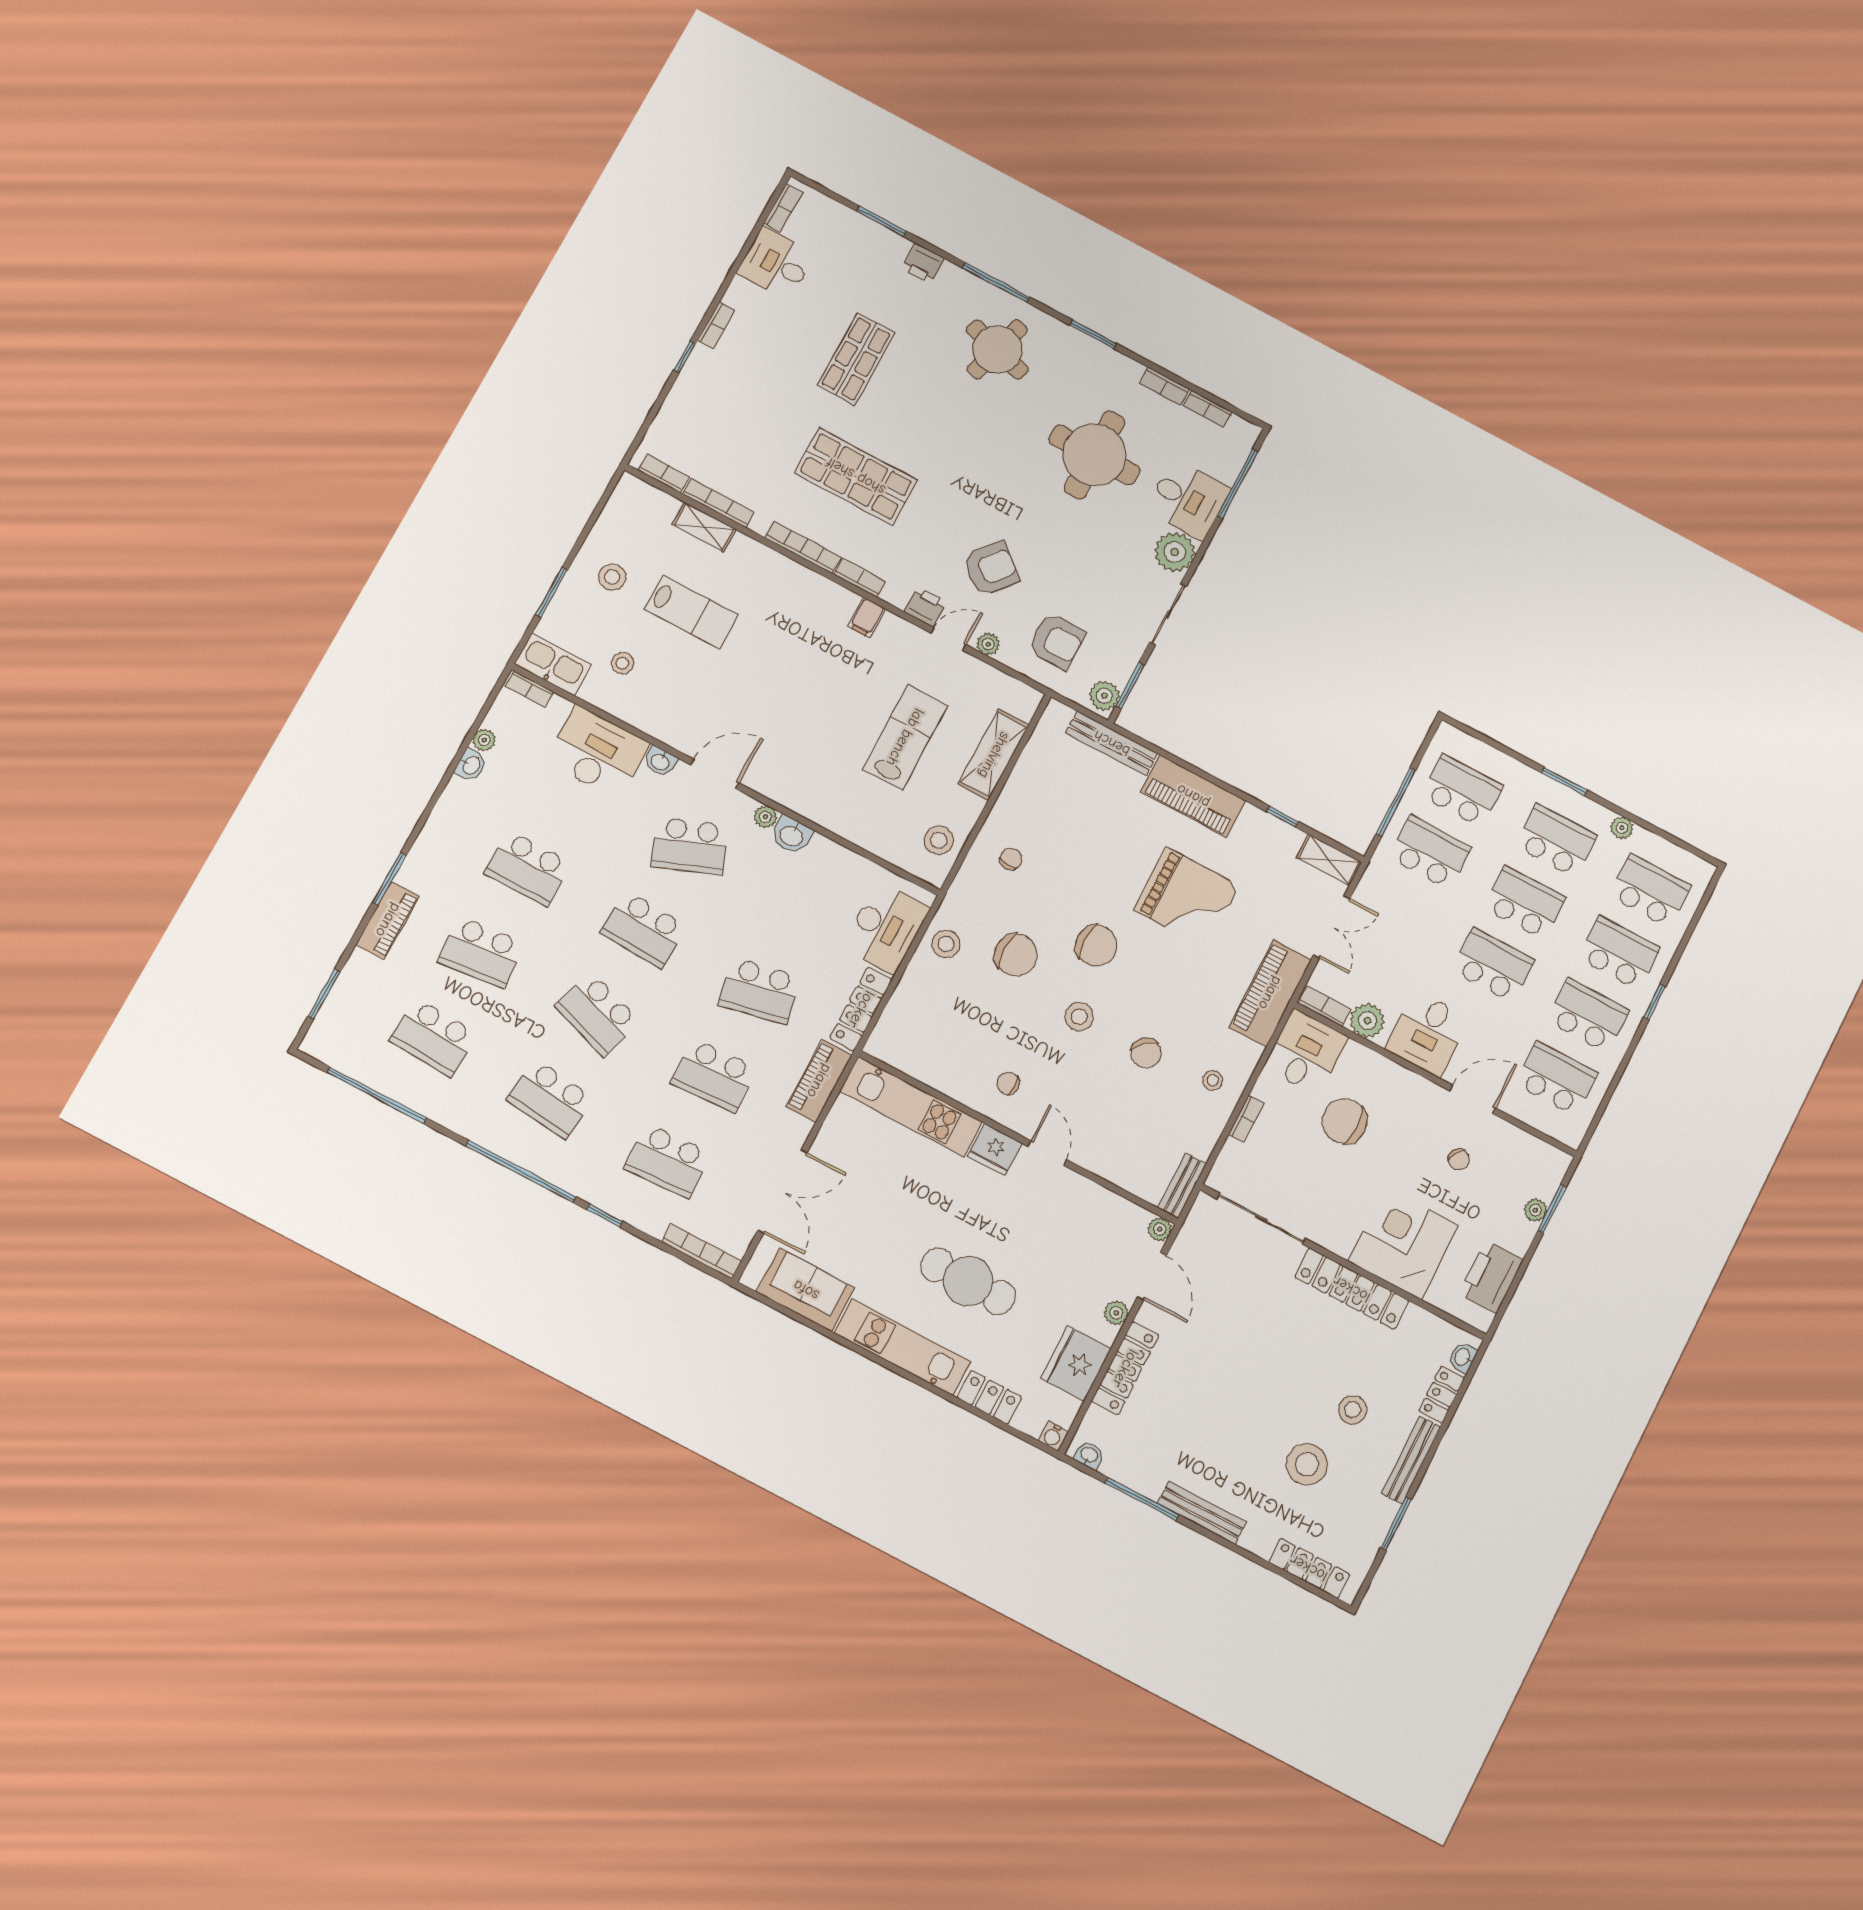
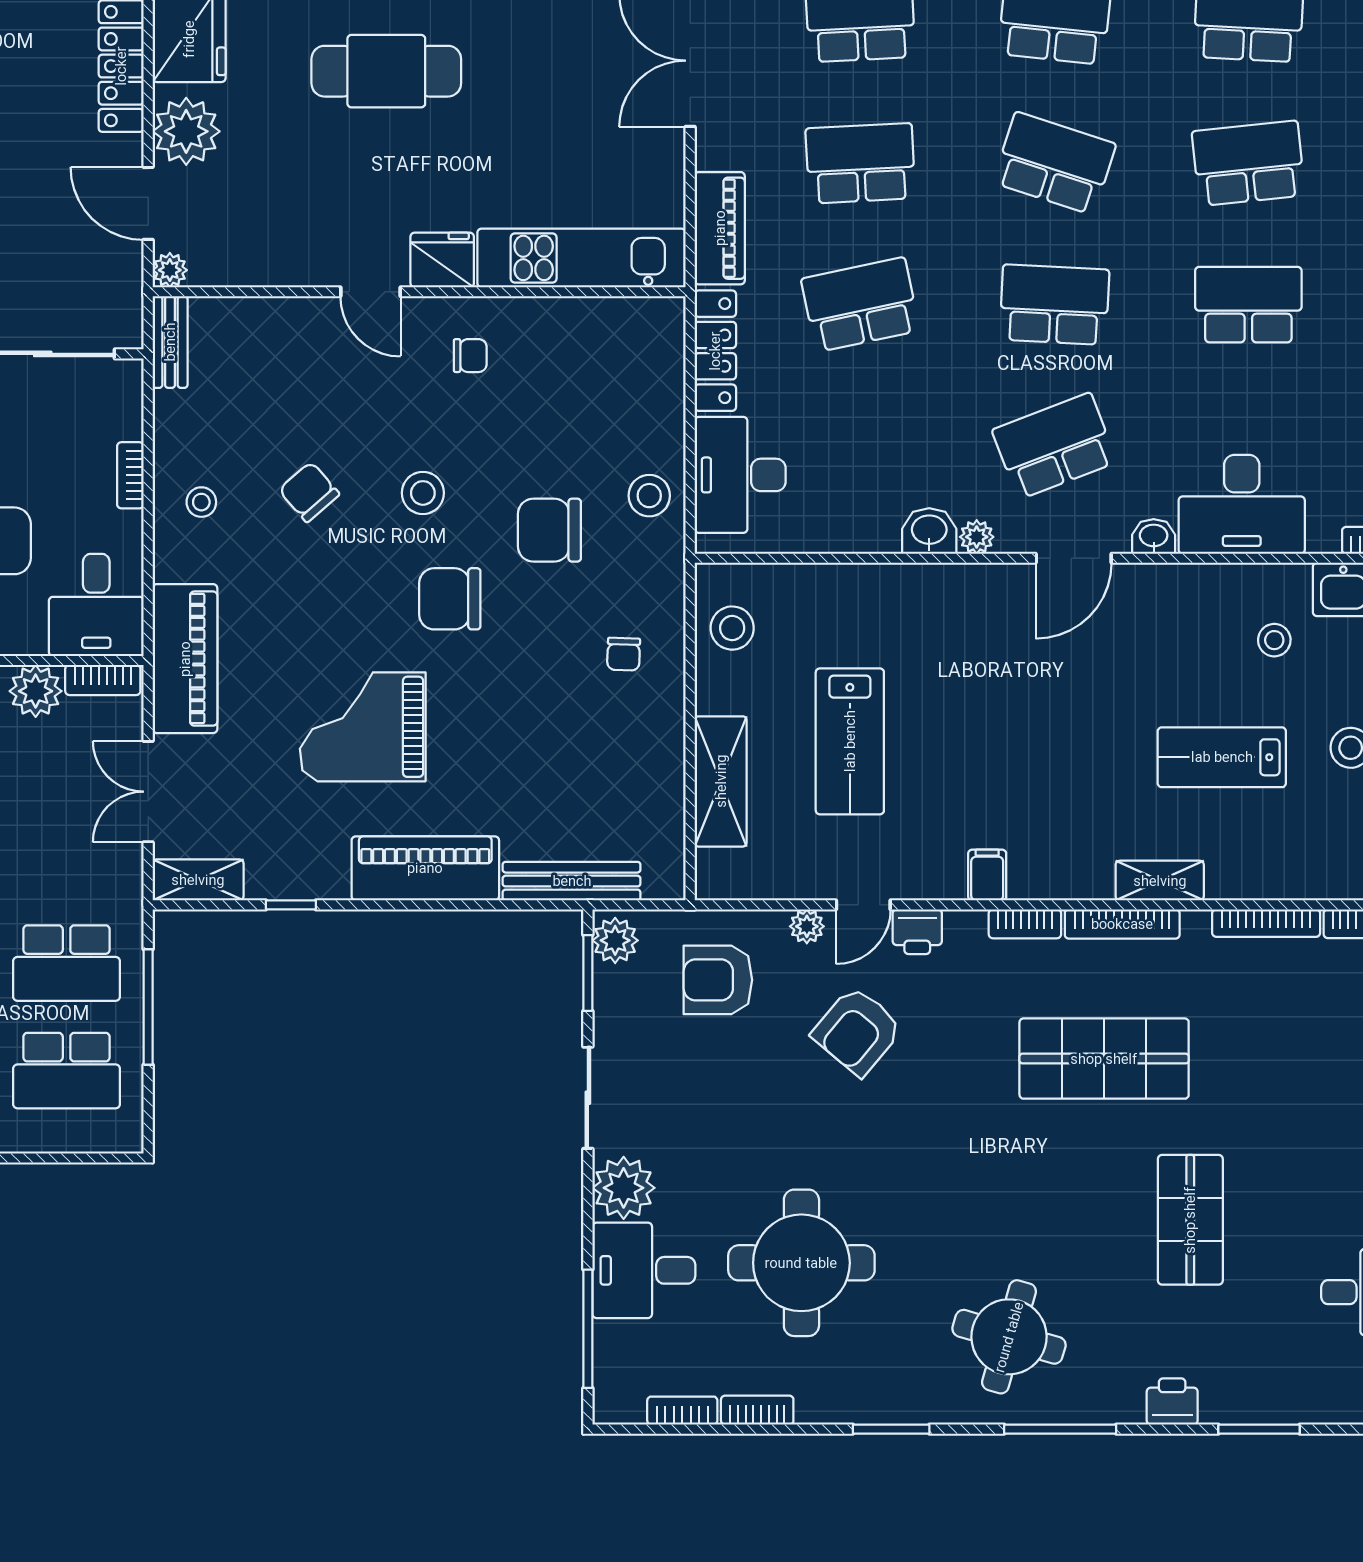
shelving: (704, 527) -> (1160, 881), moved
plant: (1116, 1313) -> (186, 131), width x1.87, depth x1.87

